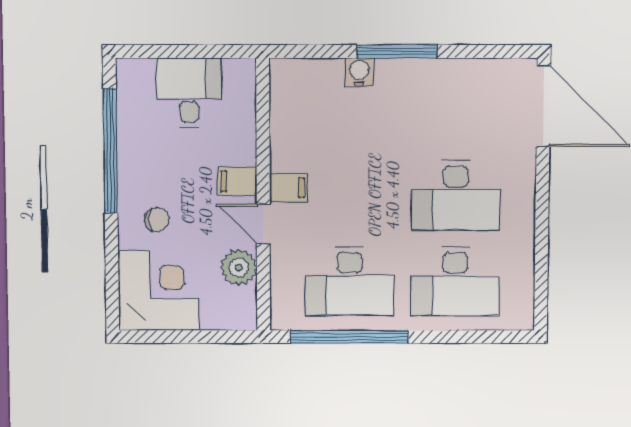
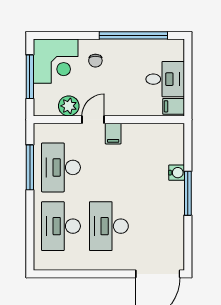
filing cabinet: (237, 181) -> (174, 106), moved, turned -90
window: (187, 337) -> (30, 77), added
window: (349, 337) -> (30, 167), width x0.68

